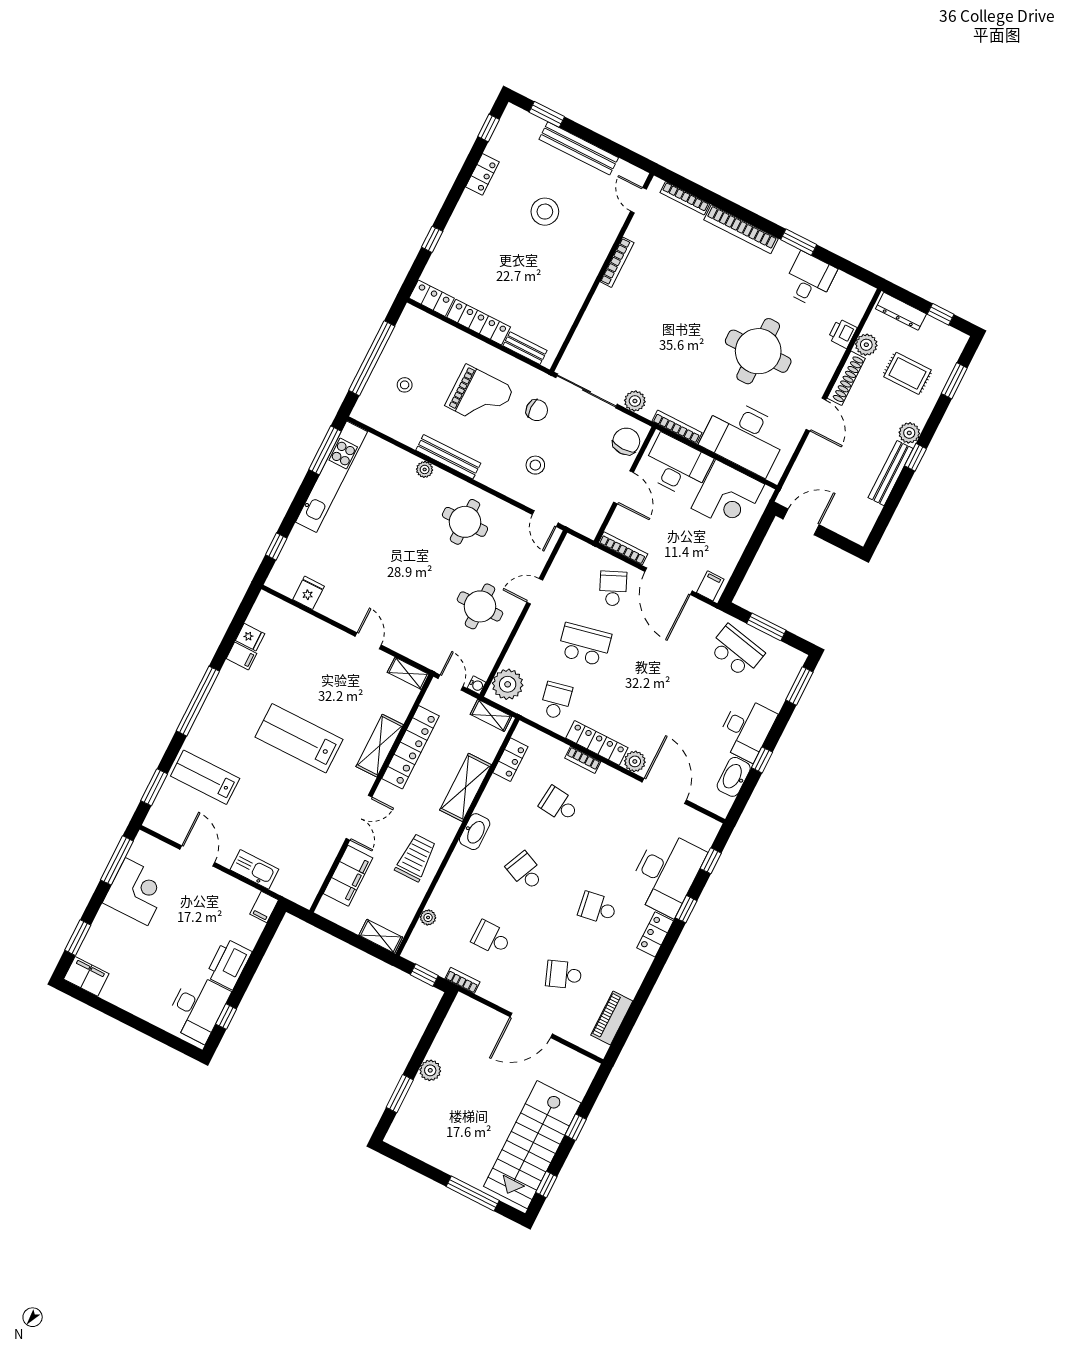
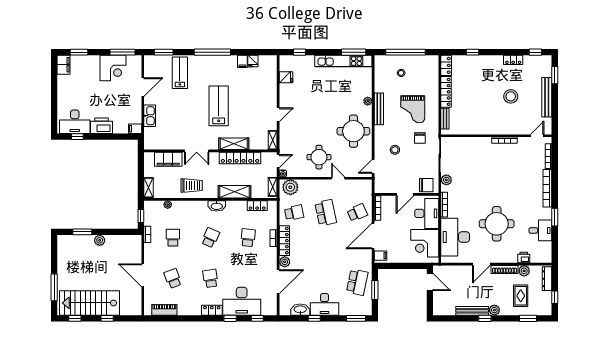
round table: (465, 522) -> (353, 131), width x1.36, depth x1.36

